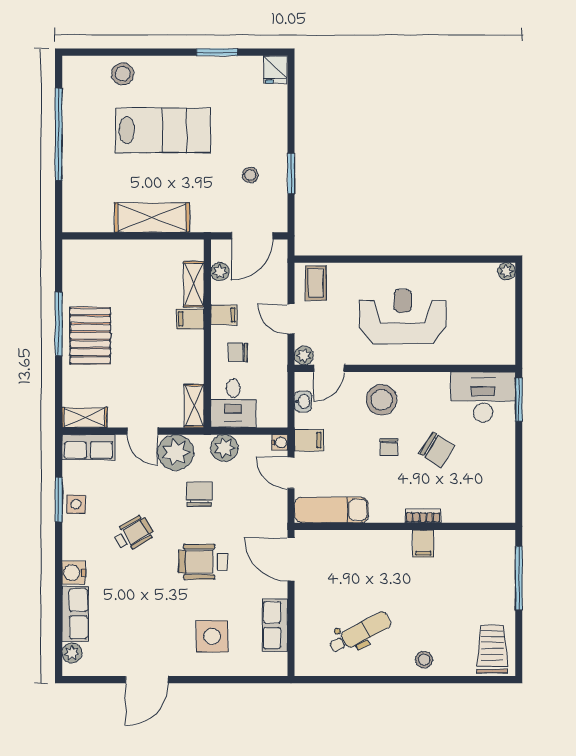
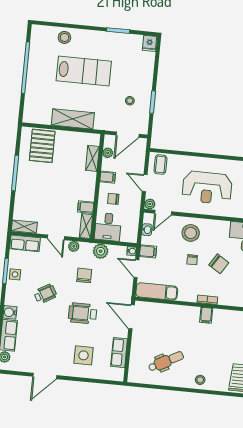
reception desk: (403, 316) -> (207, 188), turned 180
filing cabinet: (190, 319) -> (86, 207), moved
pallet: (90, 336) -> (42, 146), moved
plant: (176, 452) -> (74, 246), width x0.53, depth x0.53

